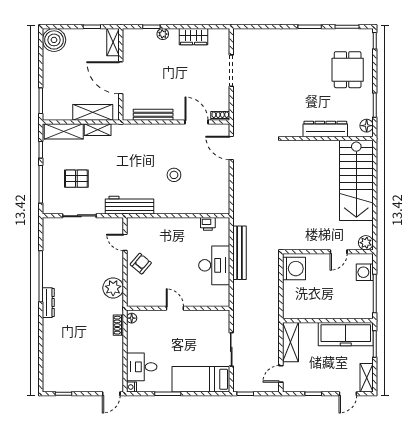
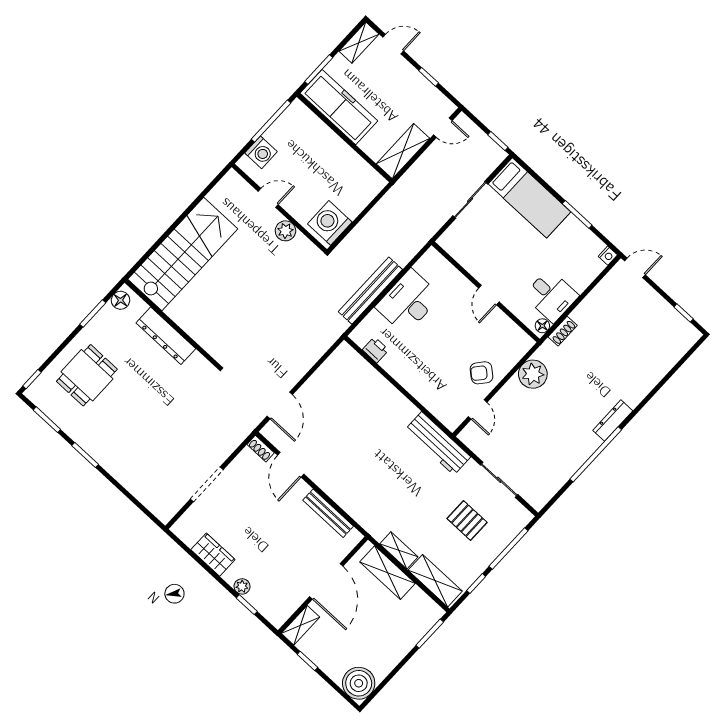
stool: (174, 175) -> (364, 432), removed
plant: (366, 243) -> (285, 231), moved
desk: (142, 367) -> (551, 296), moved

